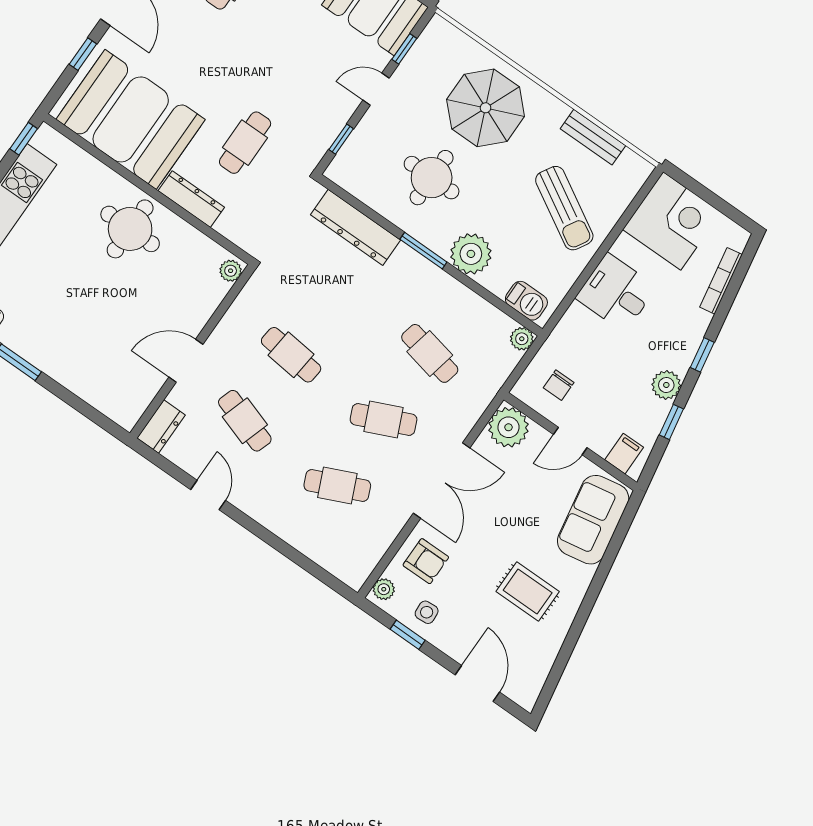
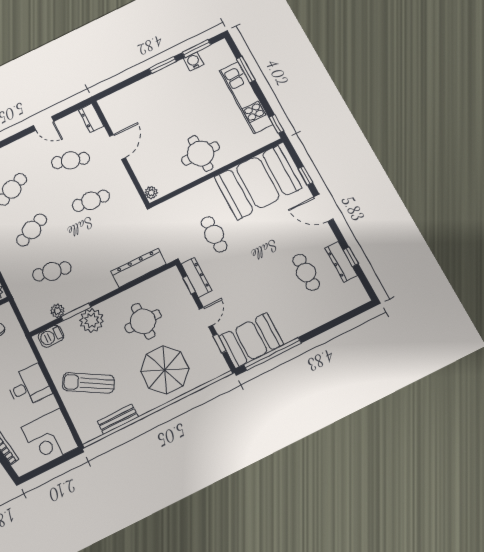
dresser: (191, 199) -> (196, 277), moved, turned -90
window: (423, 251) -> (76, 312), moved
plant: (522, 339) -> (57, 311), moved

